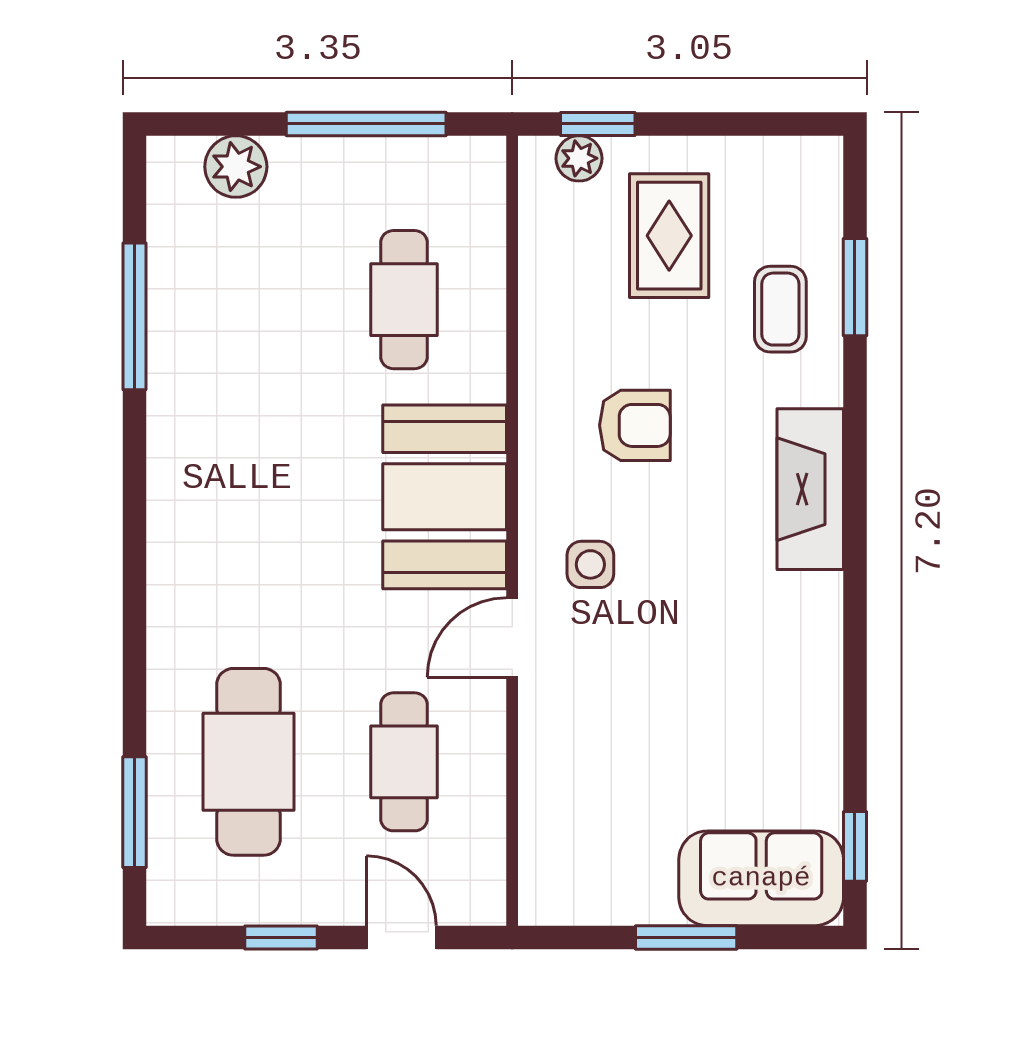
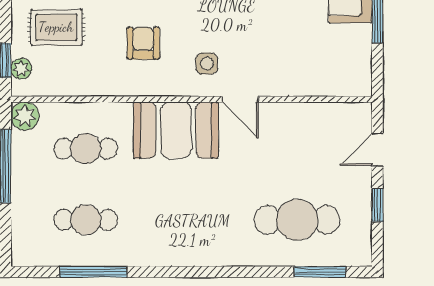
plant: (236, 167) -> (25, 116), moved
cafe table: (404, 762) -> (86, 220), moved

